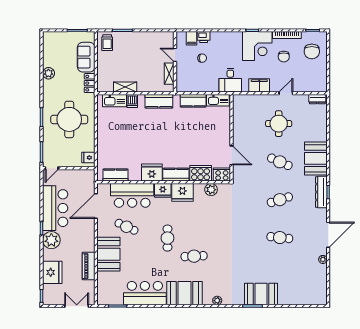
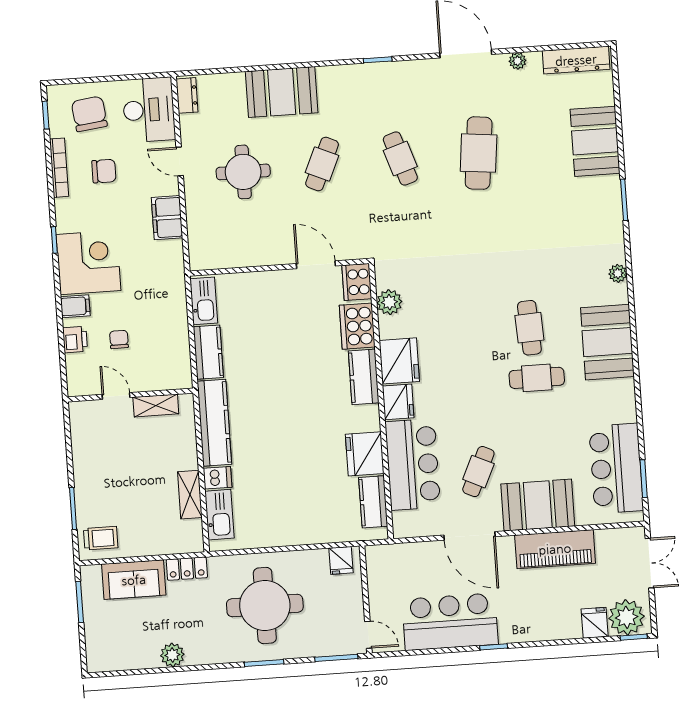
filing cabinet: (192, 38) -> (75, 306), moved
corner desk: (257, 46) -> (89, 263), moved
chair: (312, 51) -> (89, 114), turned -97
door: (175, 55) -> (116, 396), swing flipped
desk: (230, 80) -> (149, 110), moved, width x1.37
kitchen counter: (159, 101) -> (214, 423), width x1.50
door: (232, 155) -> (316, 265), hinge flipped
booth: (316, 158) -> (282, 92), moved
fridge: (152, 173) -> (365, 454), moved
dresser: (321, 192) -> (576, 60), moved
door: (96, 206) -> (469, 536), moved
cafe table: (167, 238) -> (537, 378), moved
cafe table: (280, 238) -> (479, 153), width x1.37, depth x1.35
plant: (51, 240) -> (627, 617), moved
piano: (89, 266) -> (555, 549), width x1.37, depth x1.33
fridge: (52, 272) -> (595, 623), width x0.53, depth x0.75
bar counter: (145, 293) -> (616, 468), moved
booth: (261, 294) -> (595, 141), moved
double door: (77, 306) -> (650, 563), swing flipped

